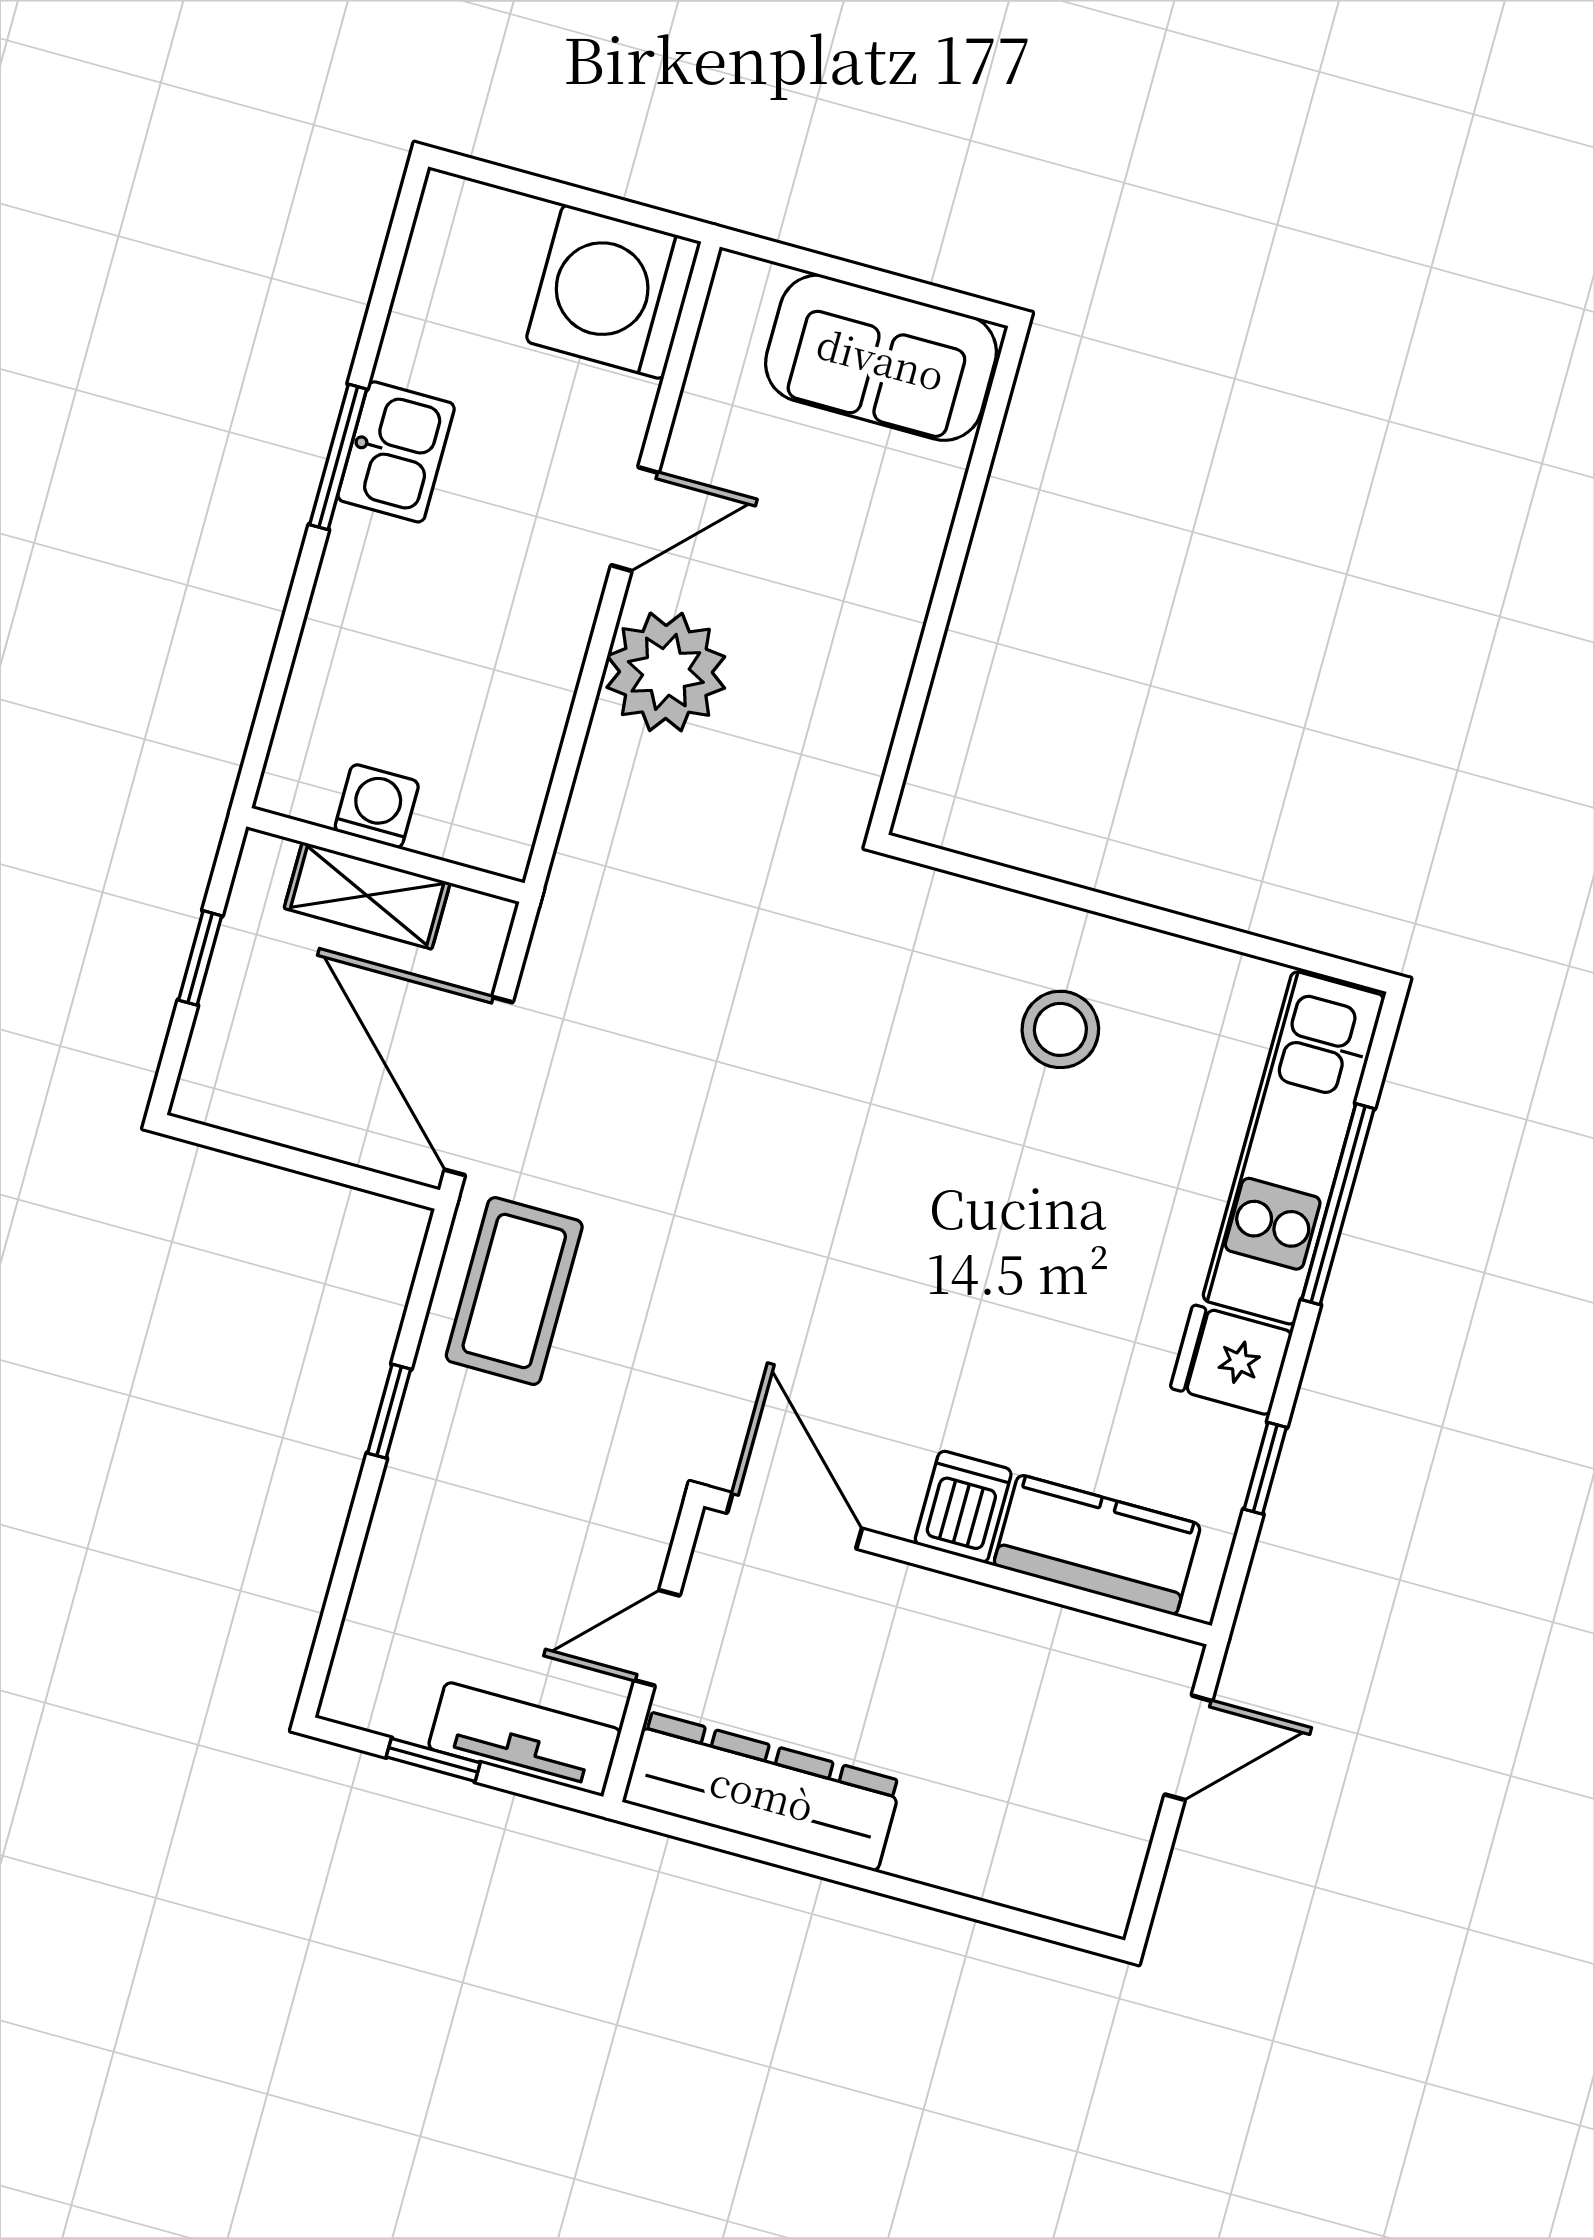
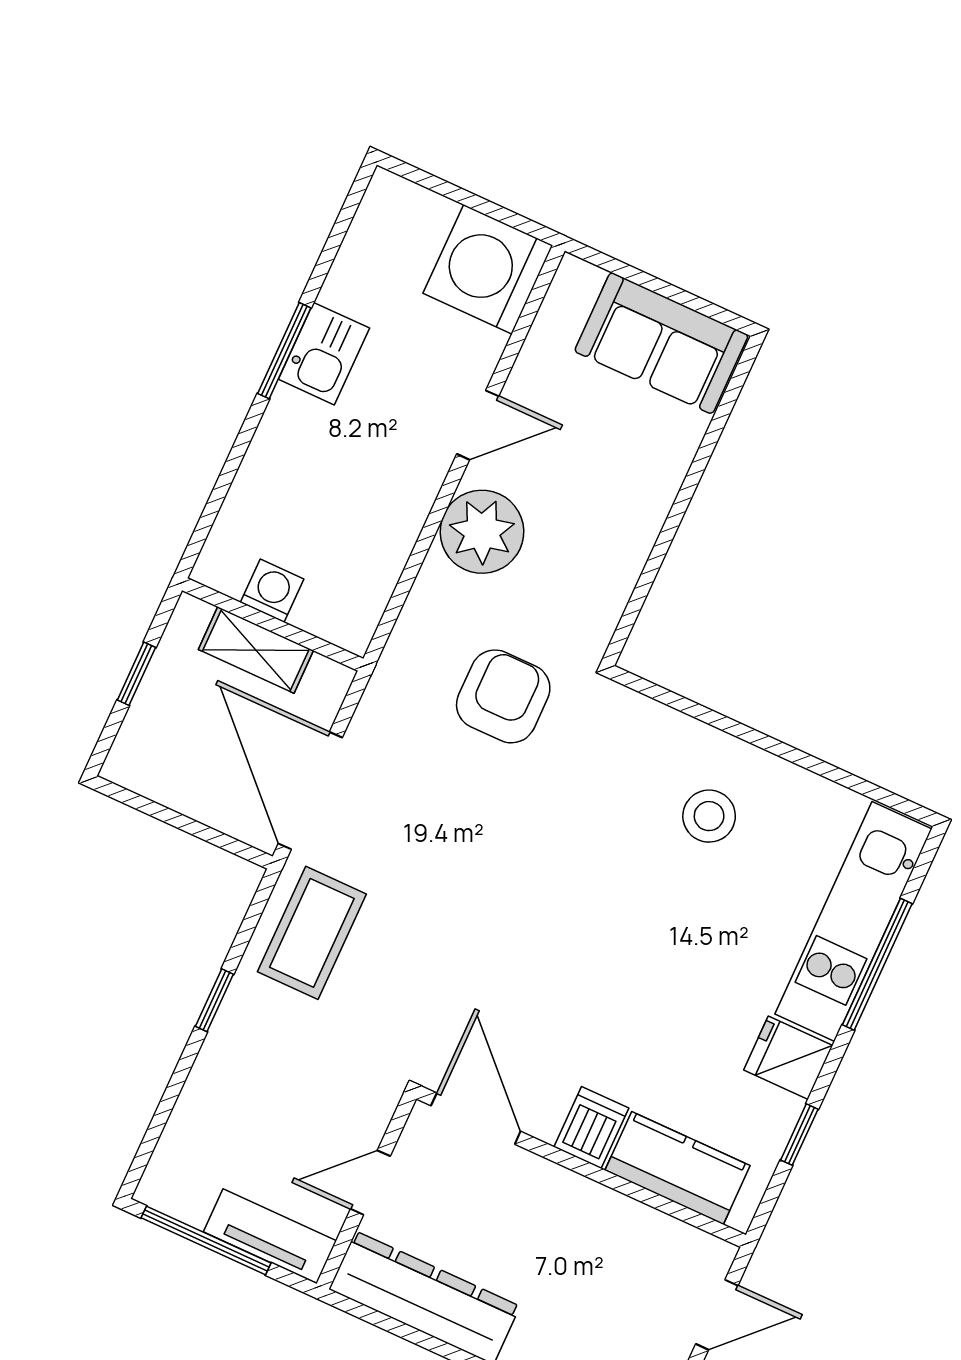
armchair: (735, 905) -> (503, 696), added
window: (433, 1760) -> (206, 1240), width x2.17

